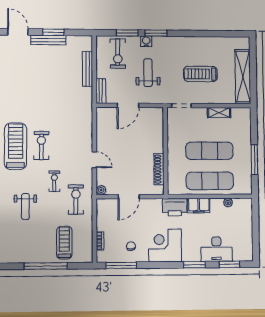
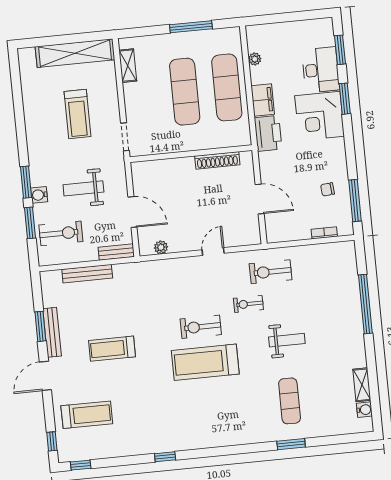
shelving: (219, 113) -> (128, 66), moved
plant: (101, 190) -> (161, 247), moved
treadmill: (64, 243) -> (112, 349), moved
corner desk: (165, 245) -> (320, 116), moved

